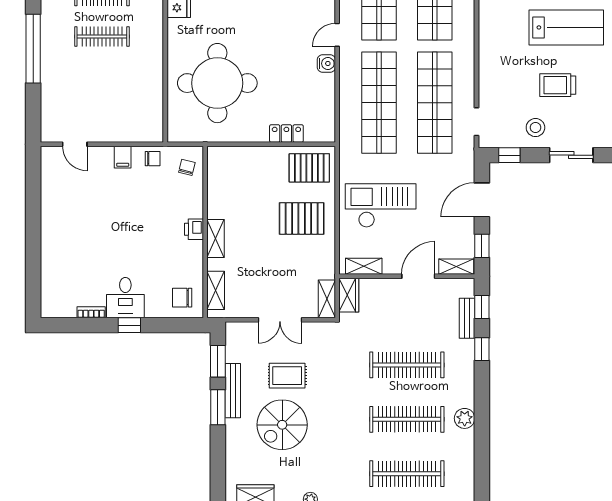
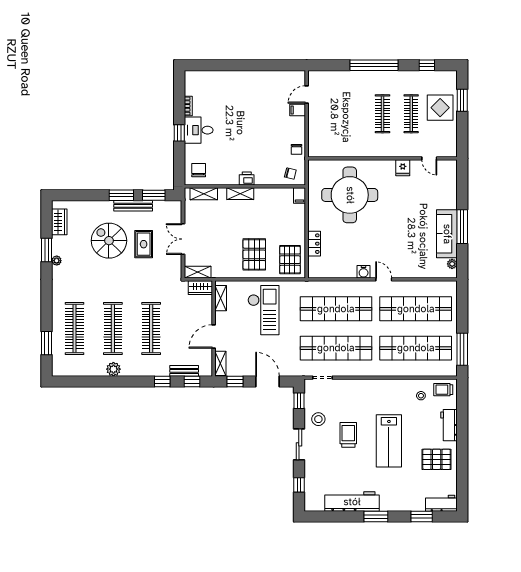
filing cabinet: (218, 154) -> (299, 195), added
filing cabinet: (123, 157) -> (298, 110), moved
door: (418, 276) -> (214, 337), swing flipped

